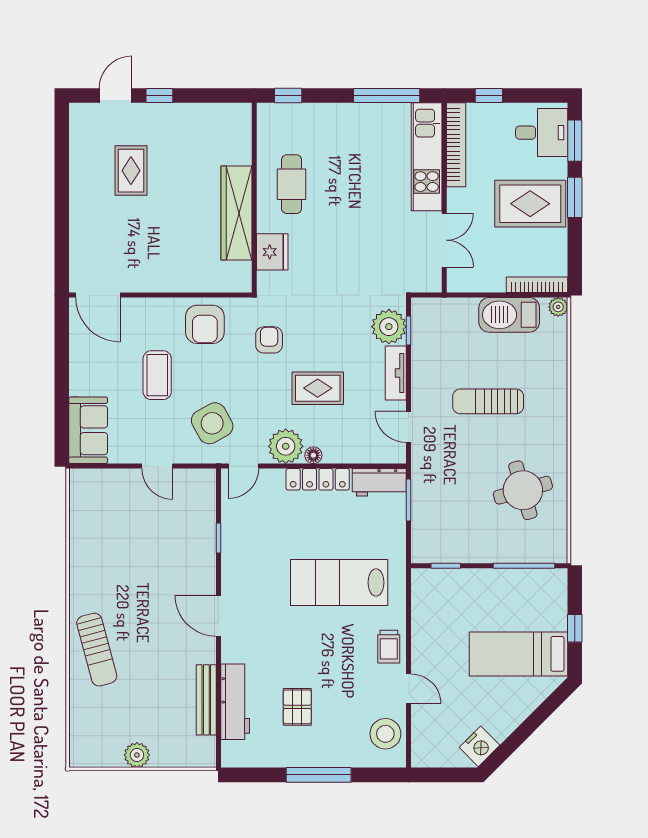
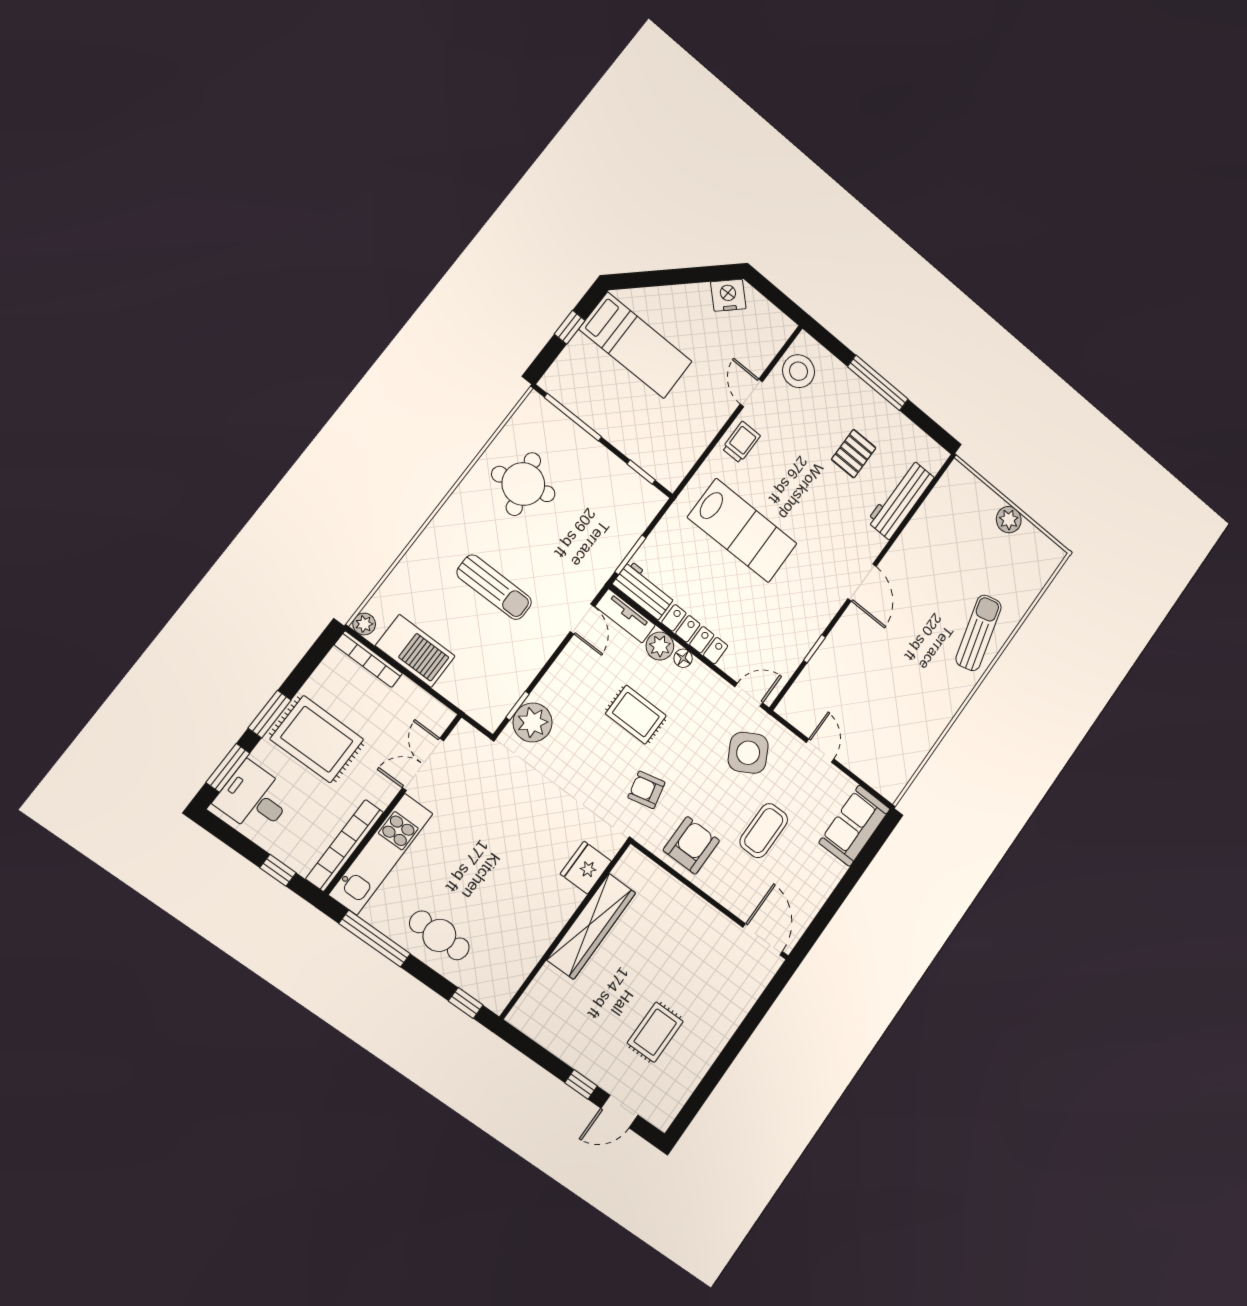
cafe table: (292, 184) -> (439, 935), moved, turned 90
armchair: (269, 340) -> (646, 790), turned 77
tv unit: (396, 373) -> (625, 616), moved, turned 90
plant: (286, 446) -> (660, 646), moved, width x0.73, depth x0.73
bench: (206, 700) -> (922, 520), removed

